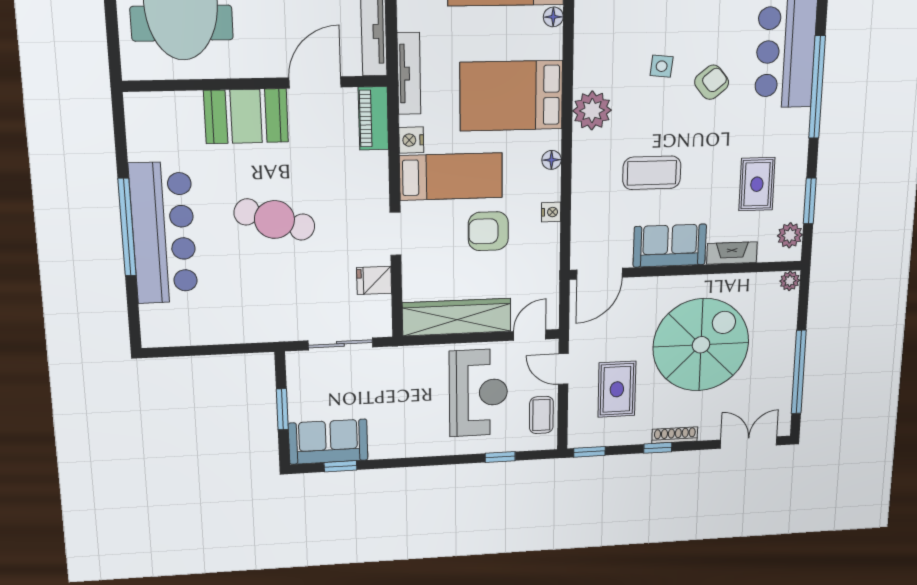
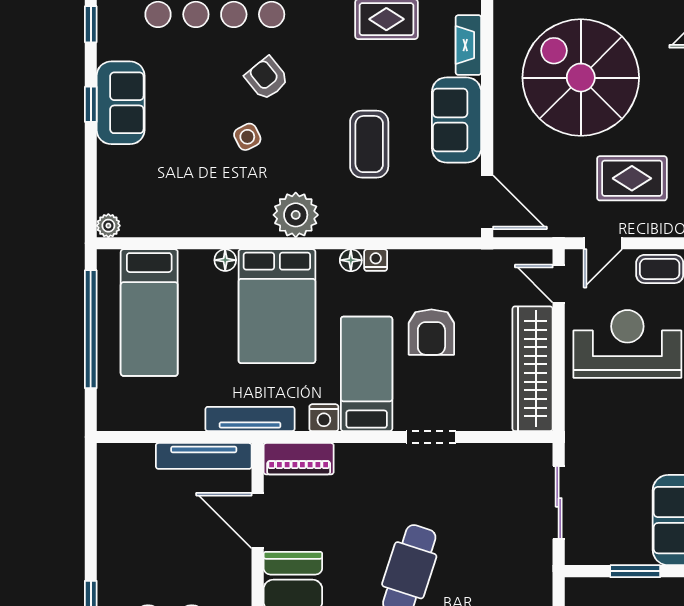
floor lamp: (553, 17) -> (225, 260), moved
side table: (662, 66) -> (247, 137), turned -33
nightstand: (551, 212) -> (376, 260), moved
fridge: (374, 280) -> (484, 462), removed

